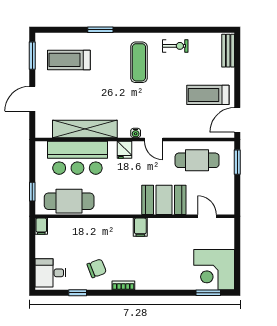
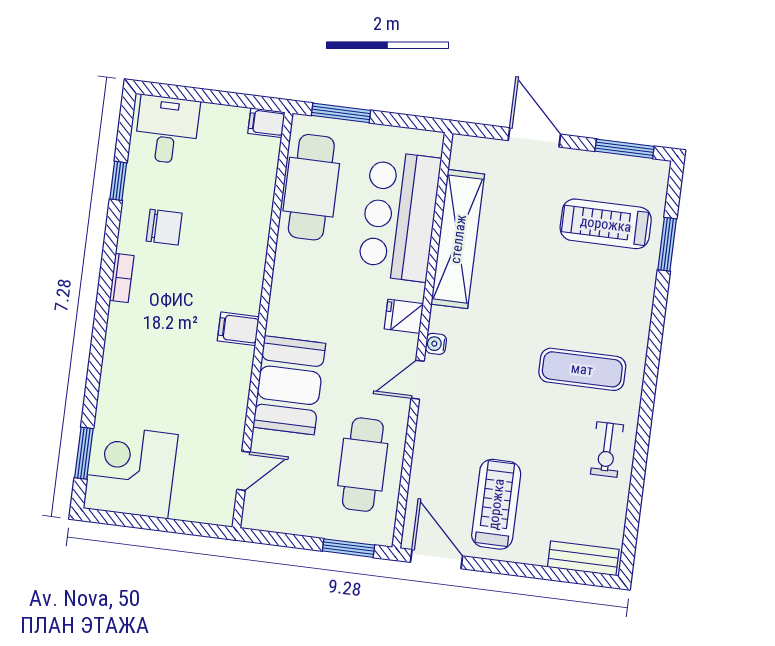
window: (100, 30) -> (667, 244), moved
treadmill: (69, 60) -> (606, 224), turned -90
window: (32, 192) -> (341, 113), width x1.50
chair: (97, 268) -> (164, 227), turned -69

